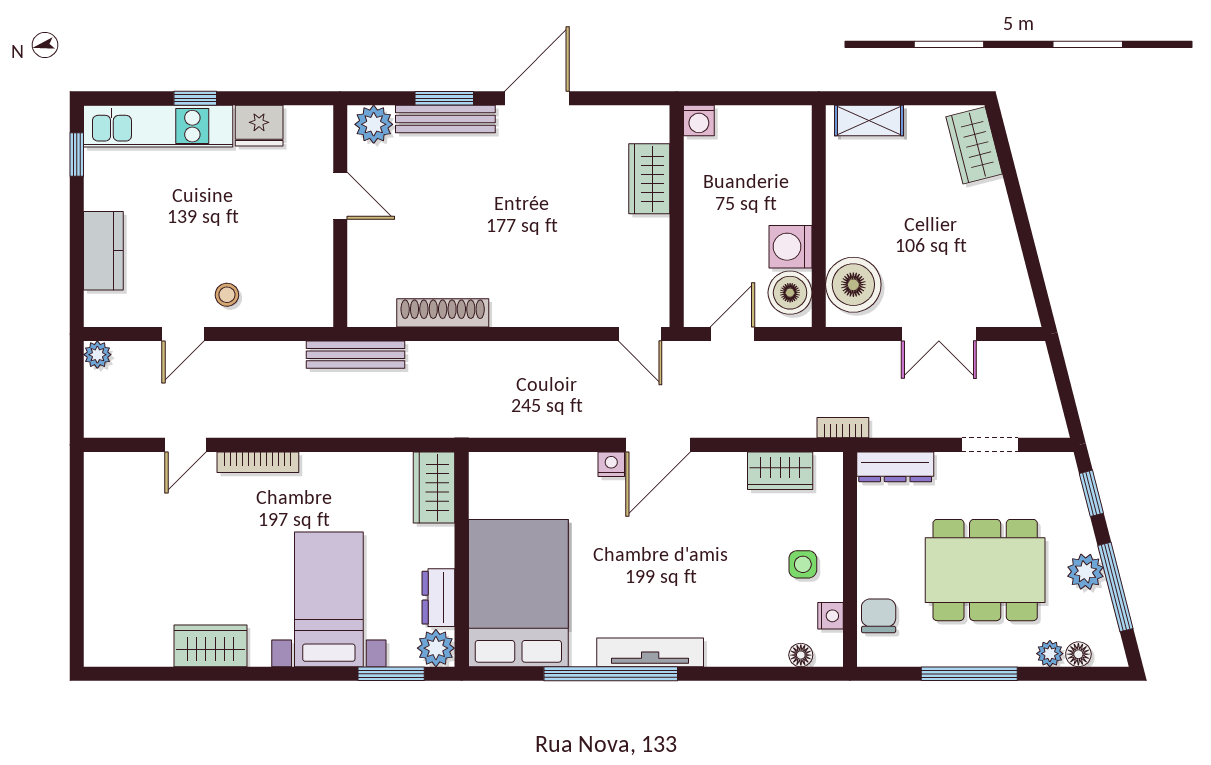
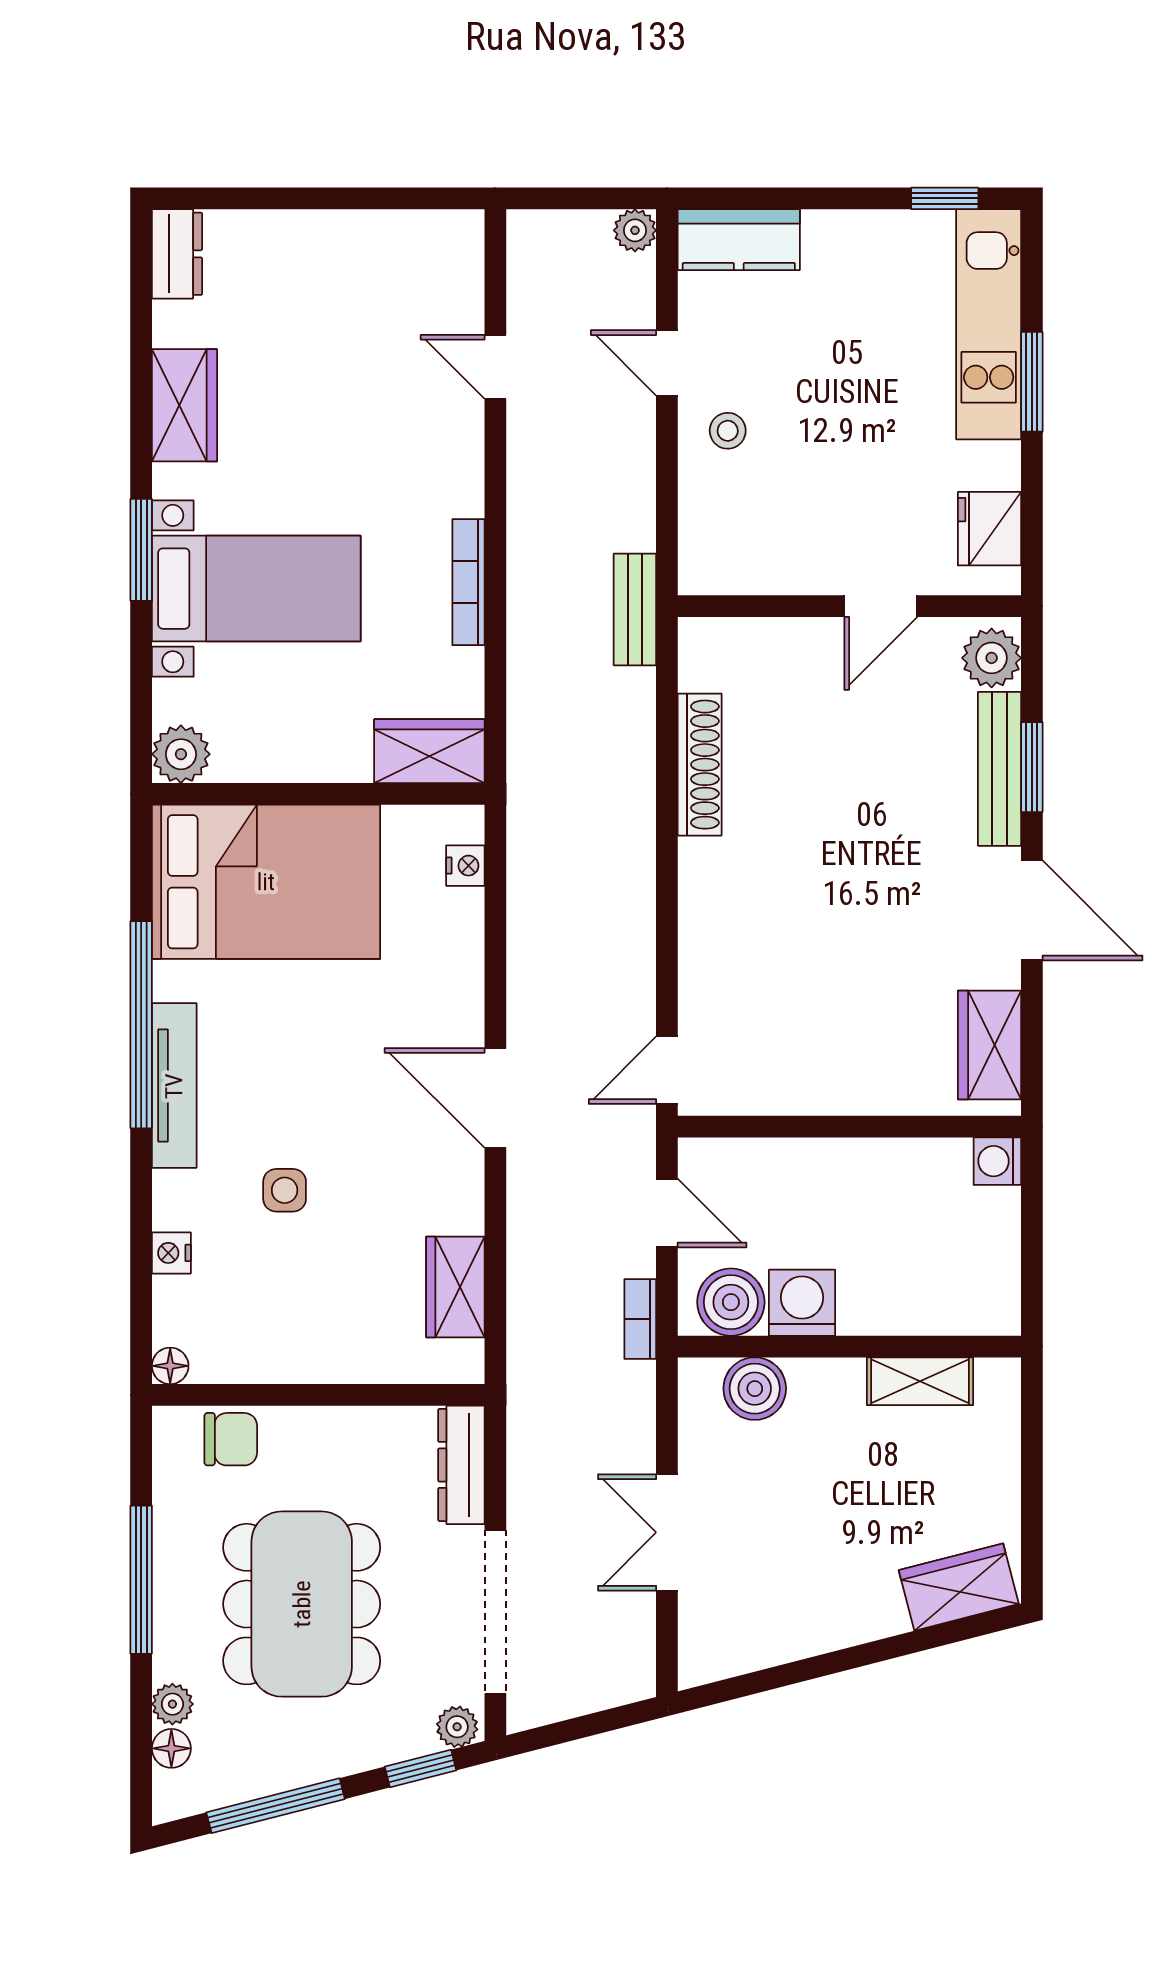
window: (195, 98) -> (1032, 382), width x1.50
shelving: (869, 121) -> (920, 1381), moved, turned 90
fridge: (259, 126) -> (989, 529), moved
wardrobe: (649, 179) -> (990, 1045), moved, turned -90
kitchen counter: (103, 251) -> (739, 240), moved
boiler: (853, 285) -> (755, 1389), width x0.73, depth x0.73
bench: (356, 355) -> (635, 610), width x0.73
bookcase: (843, 428) -> (640, 1319), moved, turned 180
doorway: (990, 445) -> (495, 1612), width x1.88
bookcase: (258, 462) -> (468, 582), moved
nightstand: (611, 464) -> (465, 866), moved
side table: (803, 564) -> (285, 1190), moved
plant: (1085, 572) -> (457, 1727), moved, width x0.73, depth x0.73
dresser: (438, 598) -> (177, 254), moved, turned 90
nightstand: (830, 616) -> (171, 1253), moved, turned 90
floor lamp: (801, 655) -> (170, 1366), moved
window: (391, 674) -> (141, 550), moved

